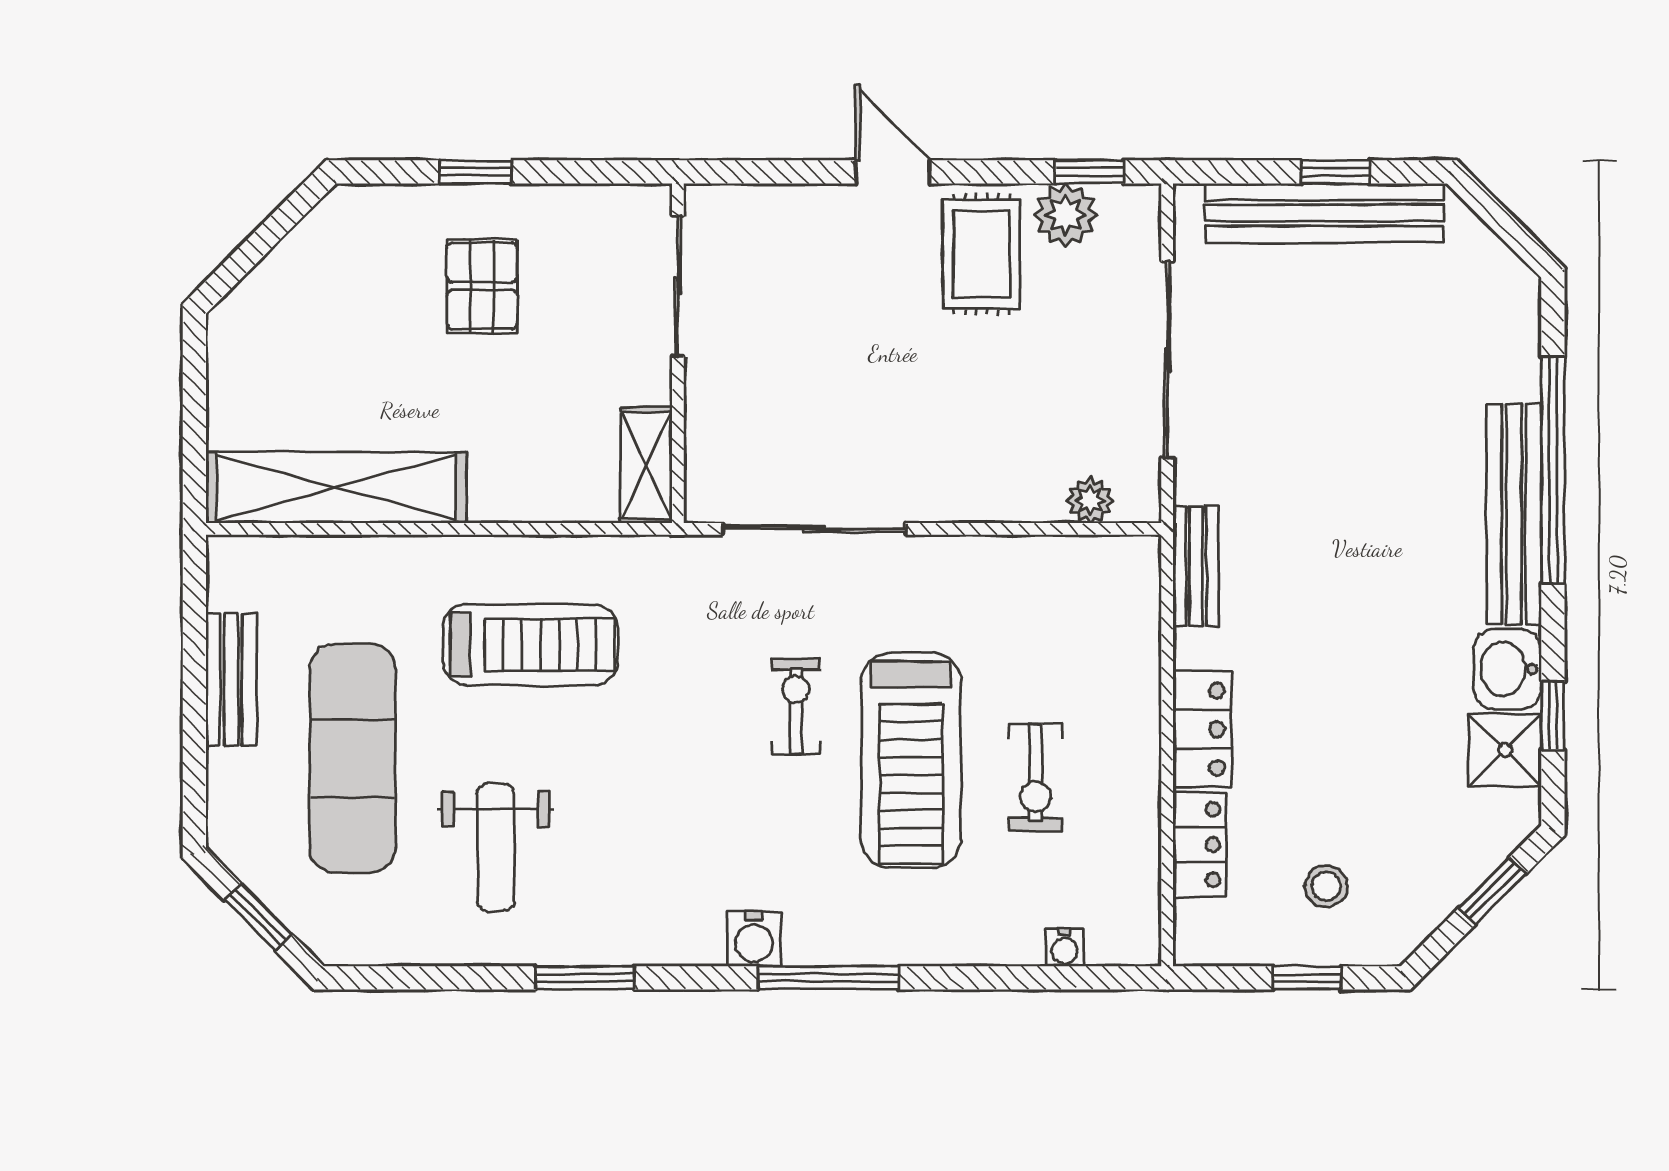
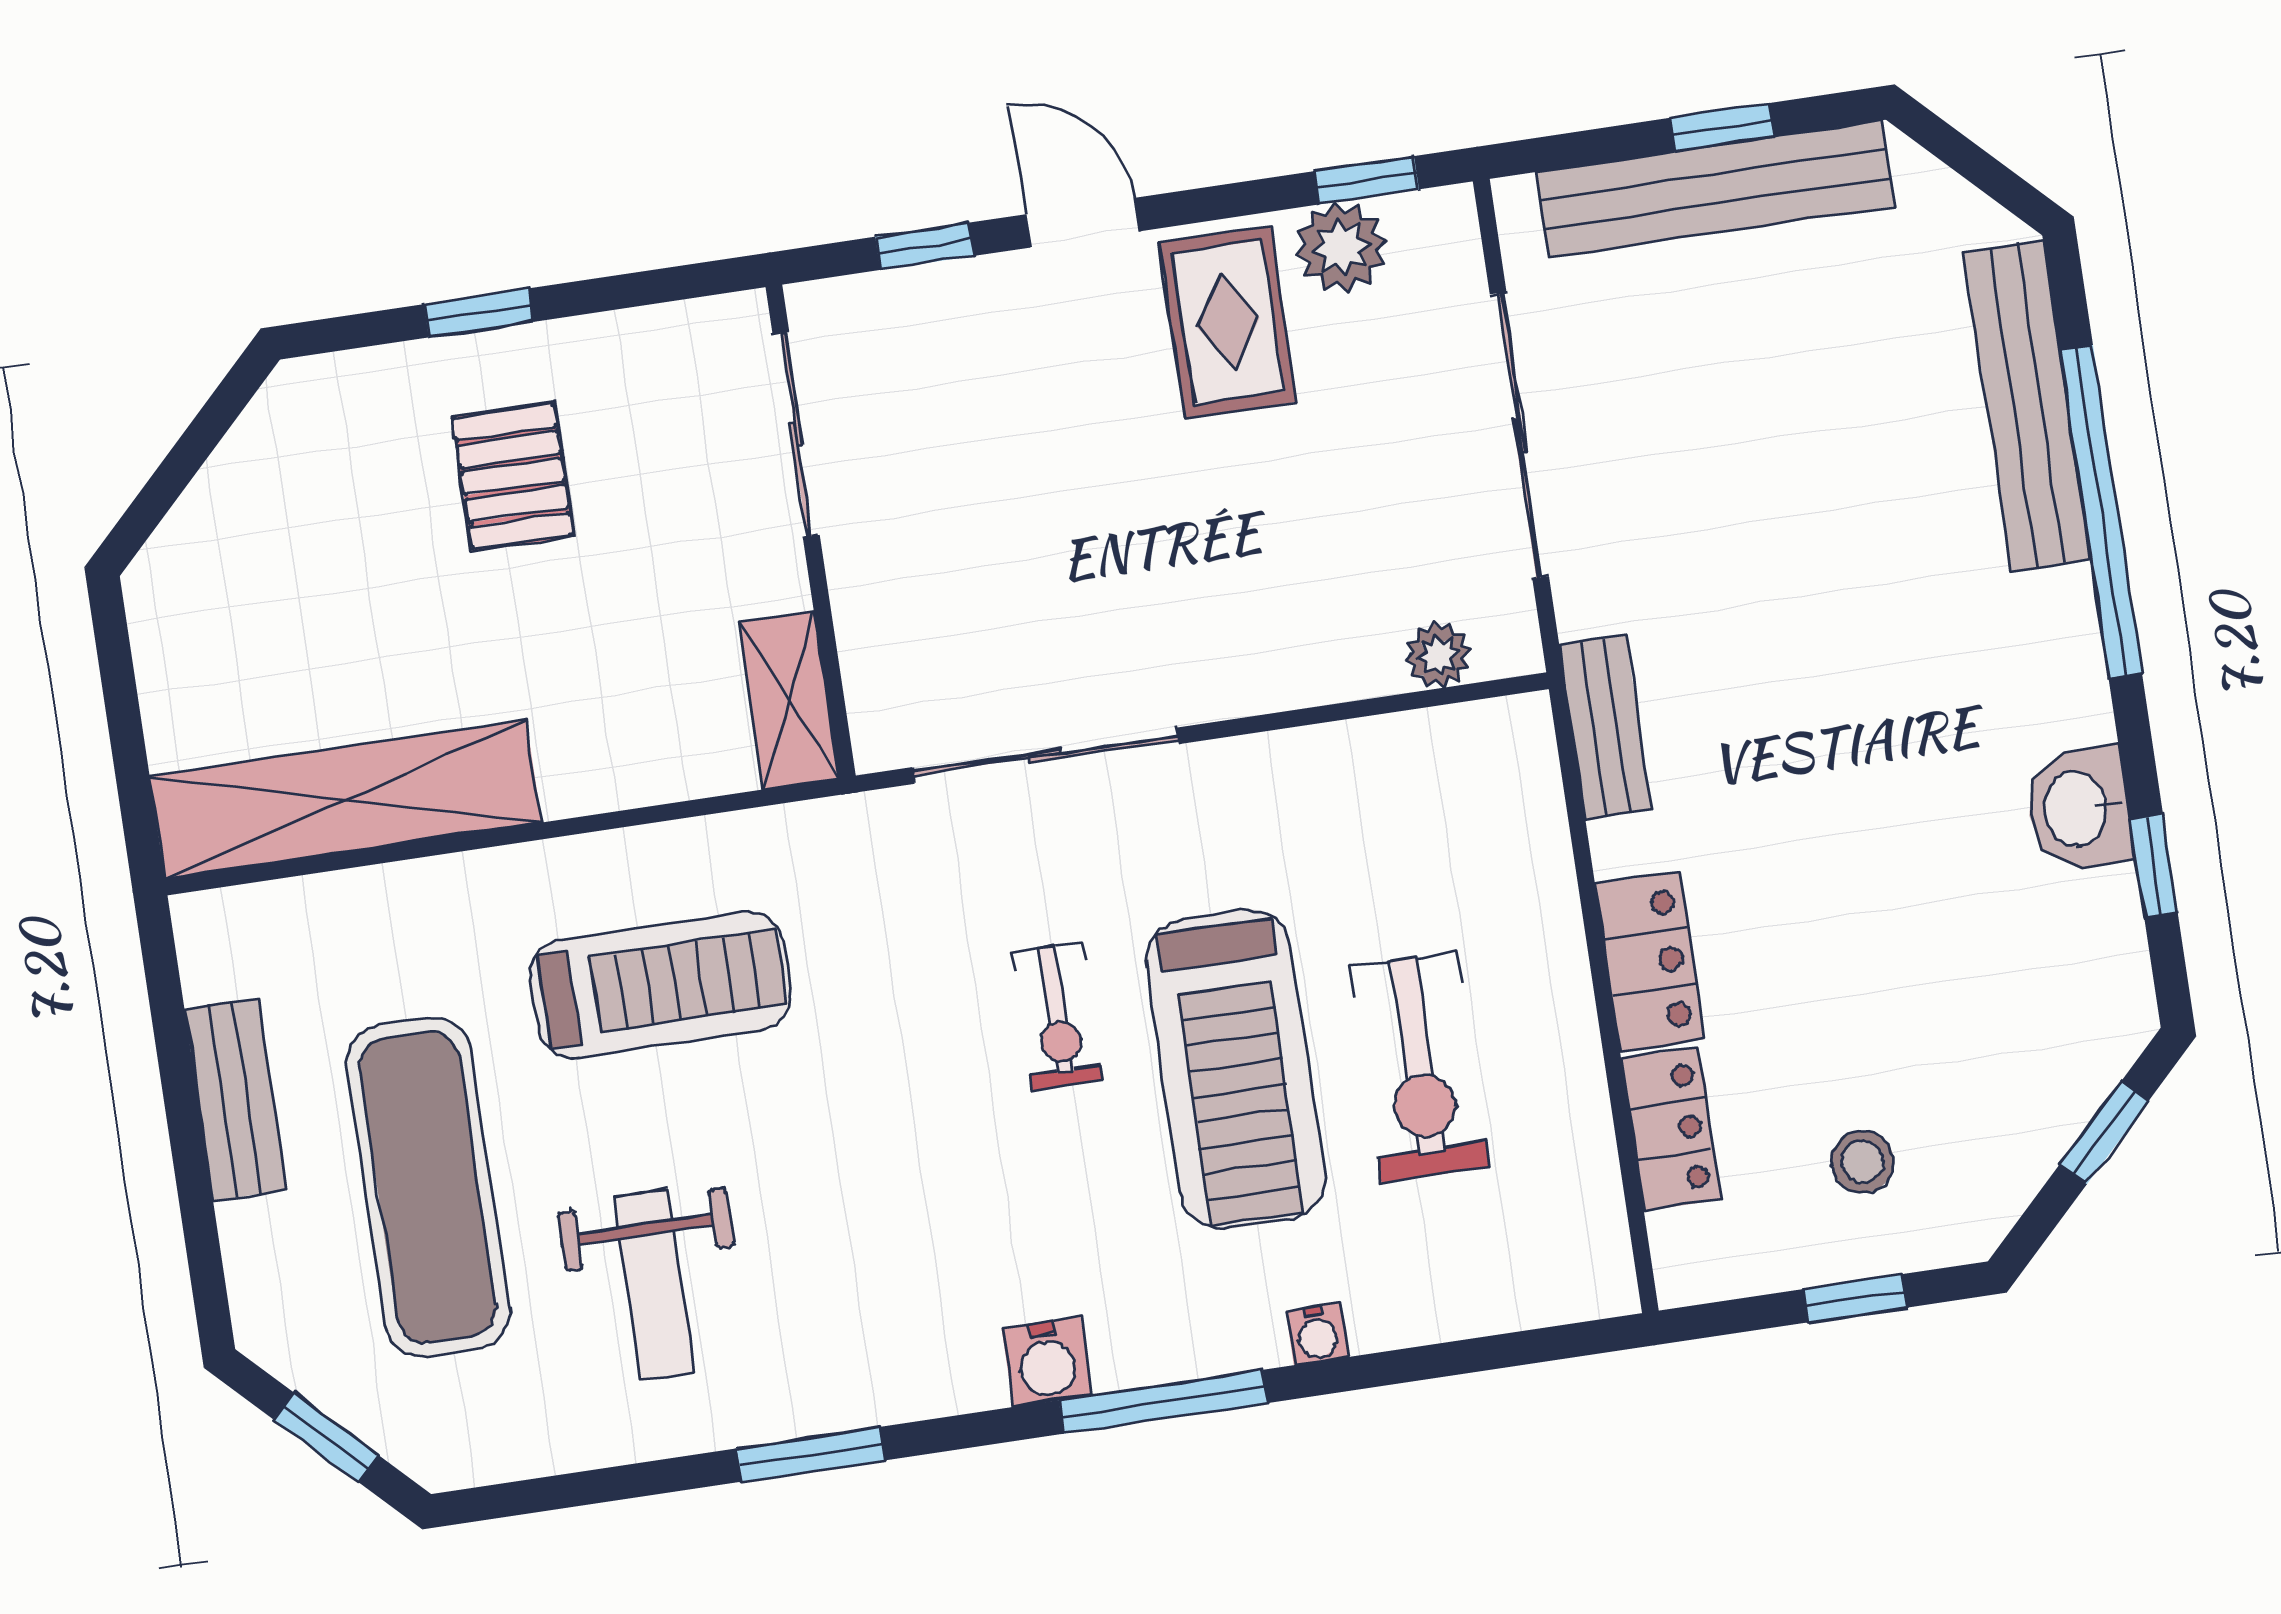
window: (784, 172) -> (925, 246), added
bench: (1514, 514) -> (2027, 406), moved
exercise bike: (796, 706) -> (1057, 1016), turned 180
shower: (1505, 750) -> (2092, 926), removed
exercise bike: (1036, 777) -> (1419, 1067), width x1.38, depth x1.39
water cooler: (1064, 948) -> (1317, 1334), moved

